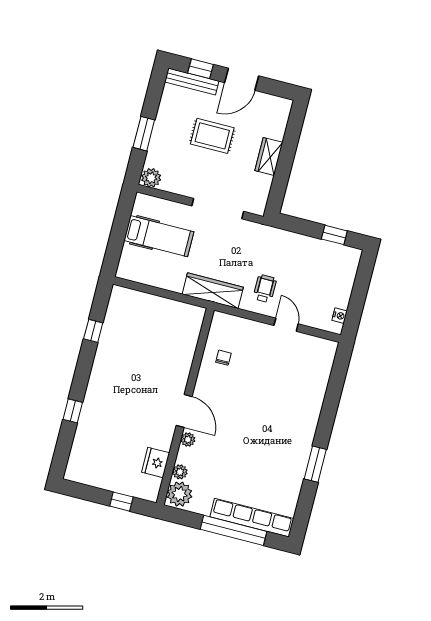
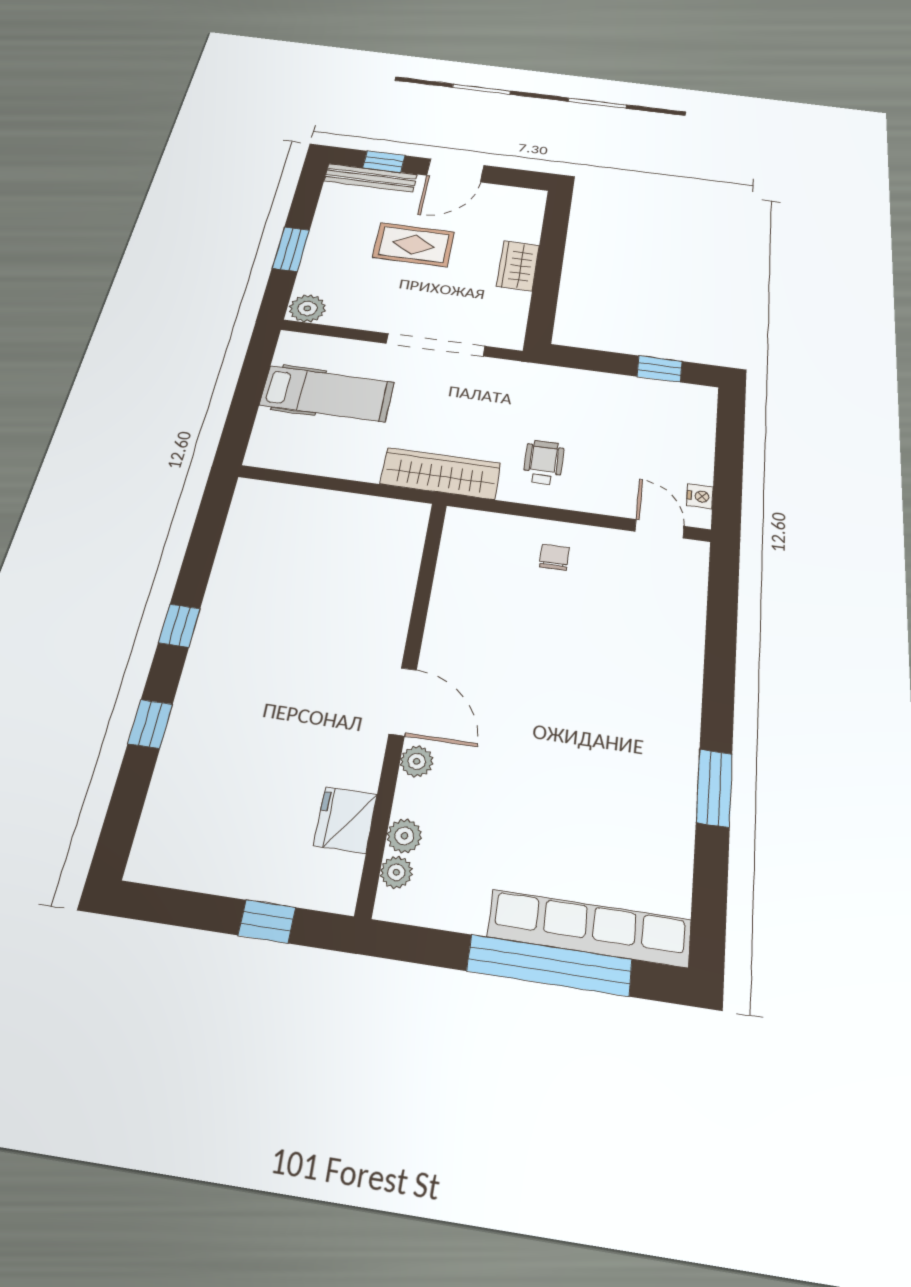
door: (286, 325) -> (660, 529), moved
window: (93, 331) -> (179, 626), moved
chair: (223, 358) -> (554, 557), moved
plant: (180, 494) -> (396, 872), width x0.53, depth x0.53

